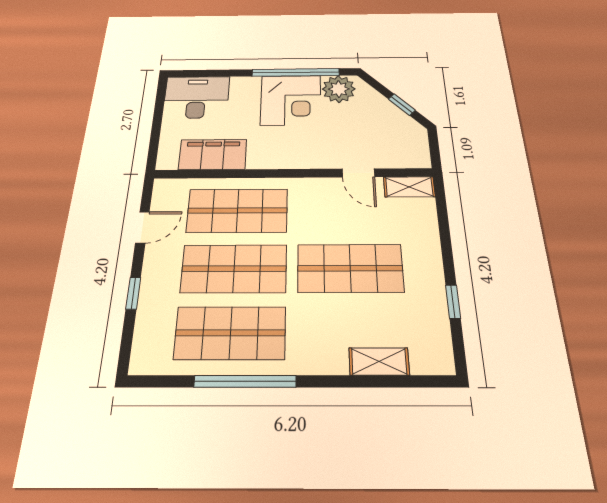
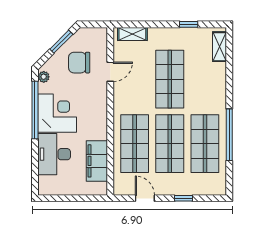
plant: (339, 89) -> (44, 77), width x0.53, depth x0.53
desk: (196, 97) -> (54, 154), moved
window: (402, 105) -> (61, 42), width x1.50
chair: (371, 129) -> (79, 63), added
shelving: (409, 187) -> (132, 34), moved, turned 90
shelving: (379, 362) -> (220, 47), moved

